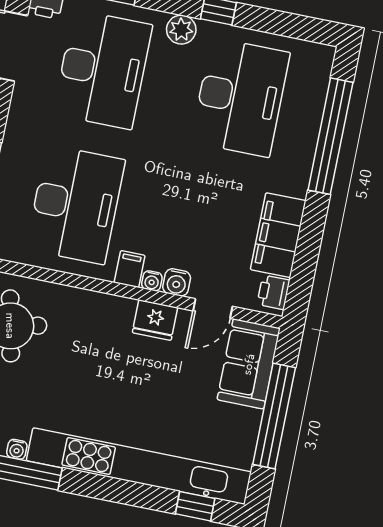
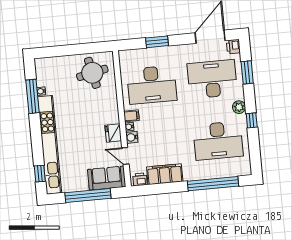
desk: (103, 69) -> (212, 79), turned 180

